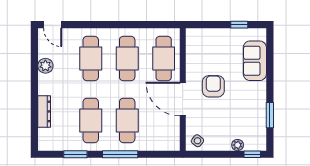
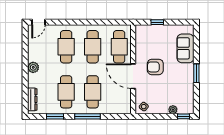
door: (53, 25) -> (38, 22), hinge flipped
window: (239, 25) -> (157, 22), moved
plant: (45, 66) -> (33, 67), moved
armchair: (213, 86) -> (155, 67), turned -90
dresser: (44, 111) -> (32, 99), moved
window: (270, 115) -> (196, 73), moved

